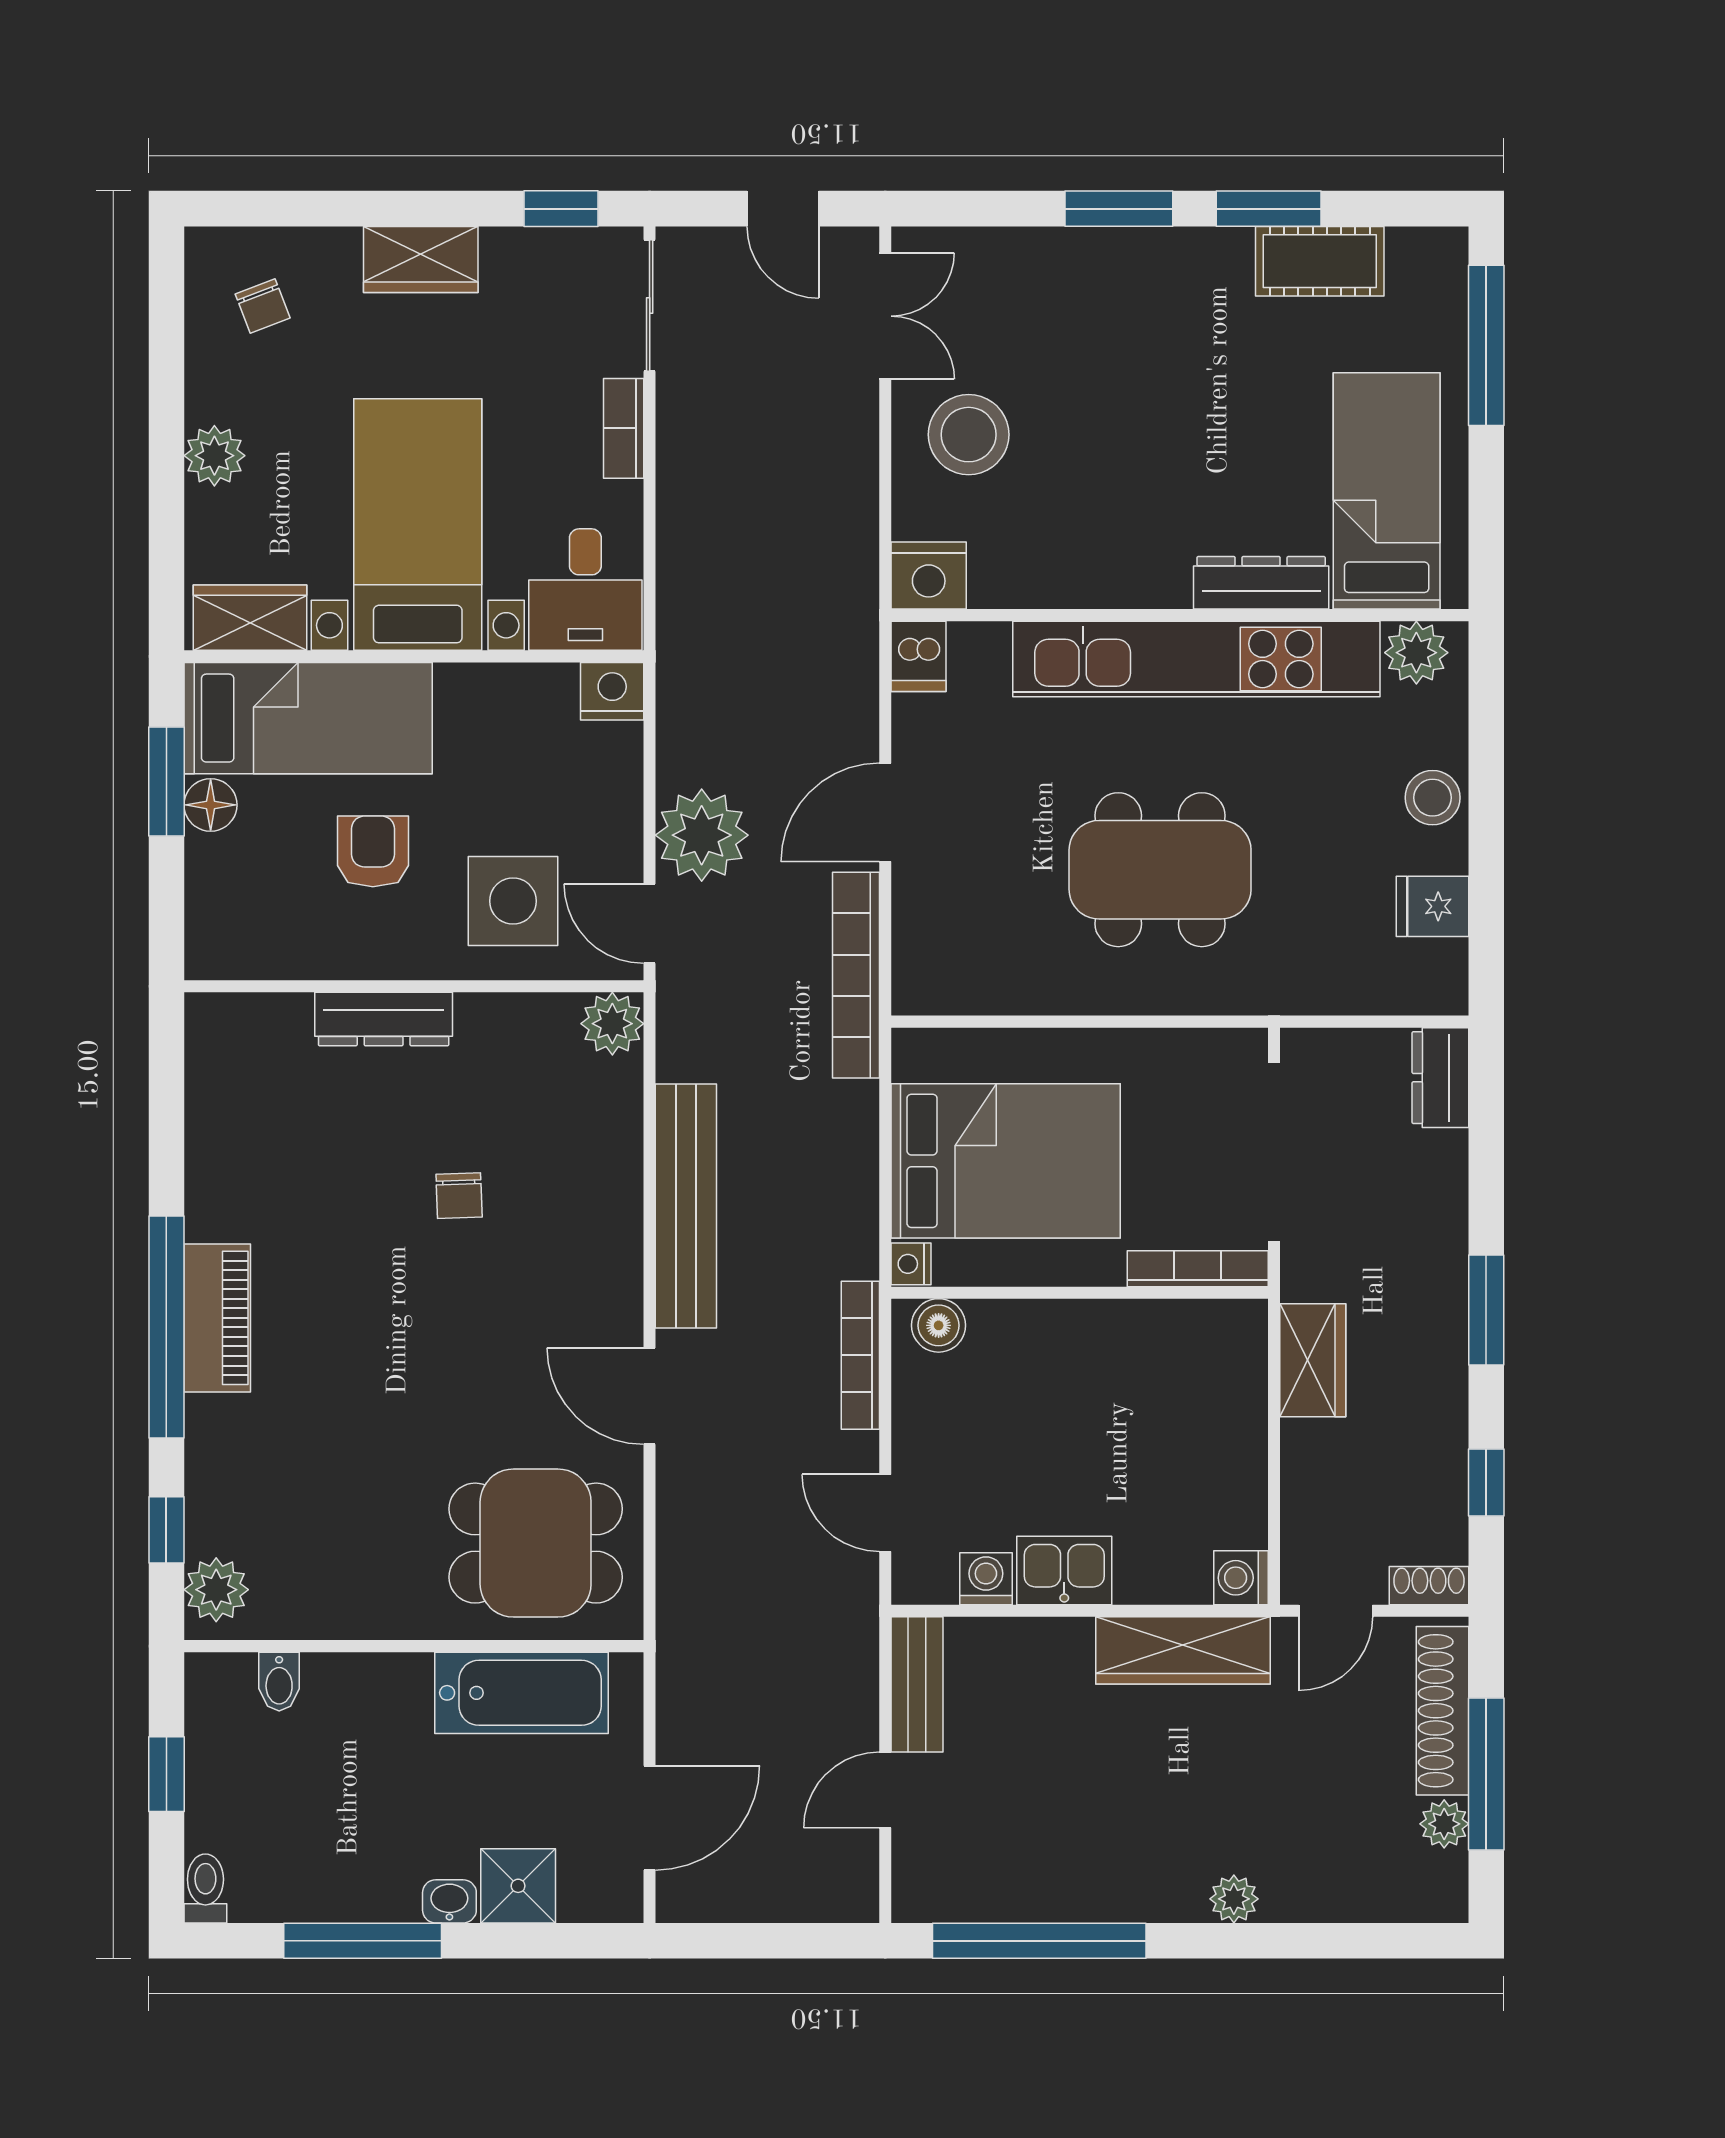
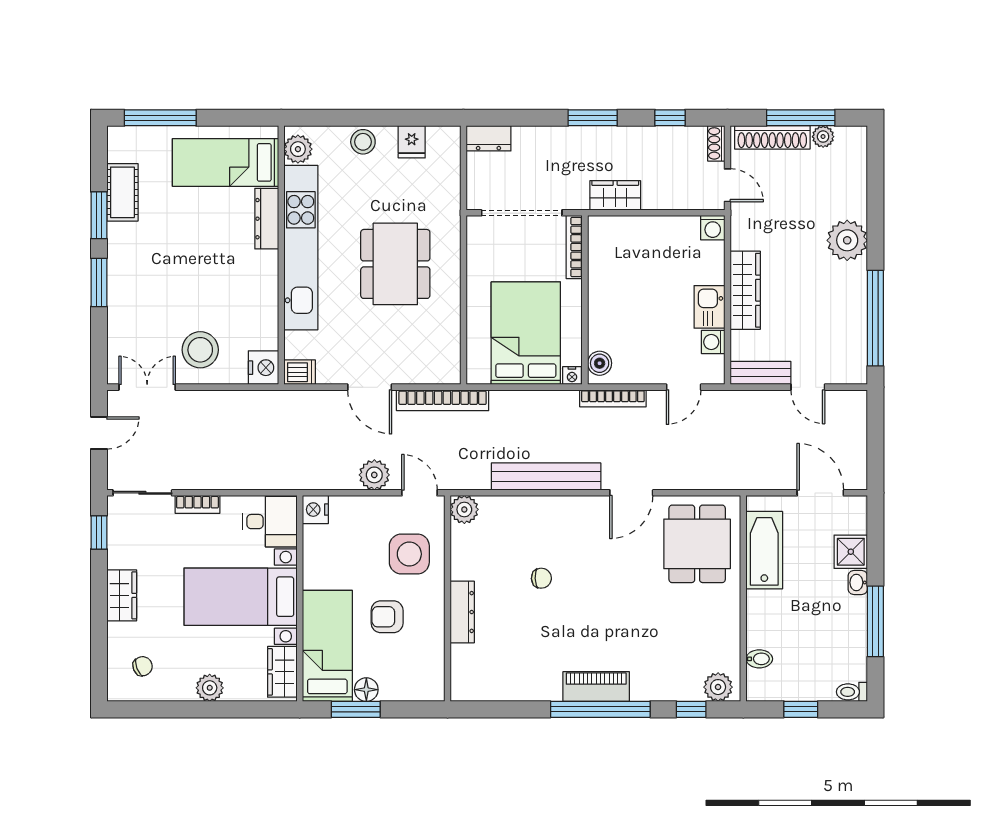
plant: (702, 835) -> (374, 475), width x0.73, depth x0.73
door: (650, 924) -> (419, 493), swing flipped
wardrobe: (1183, 1650) -> (745, 290), moved
plant: (1234, 1899) -> (847, 240), width x1.88, depth x1.88

